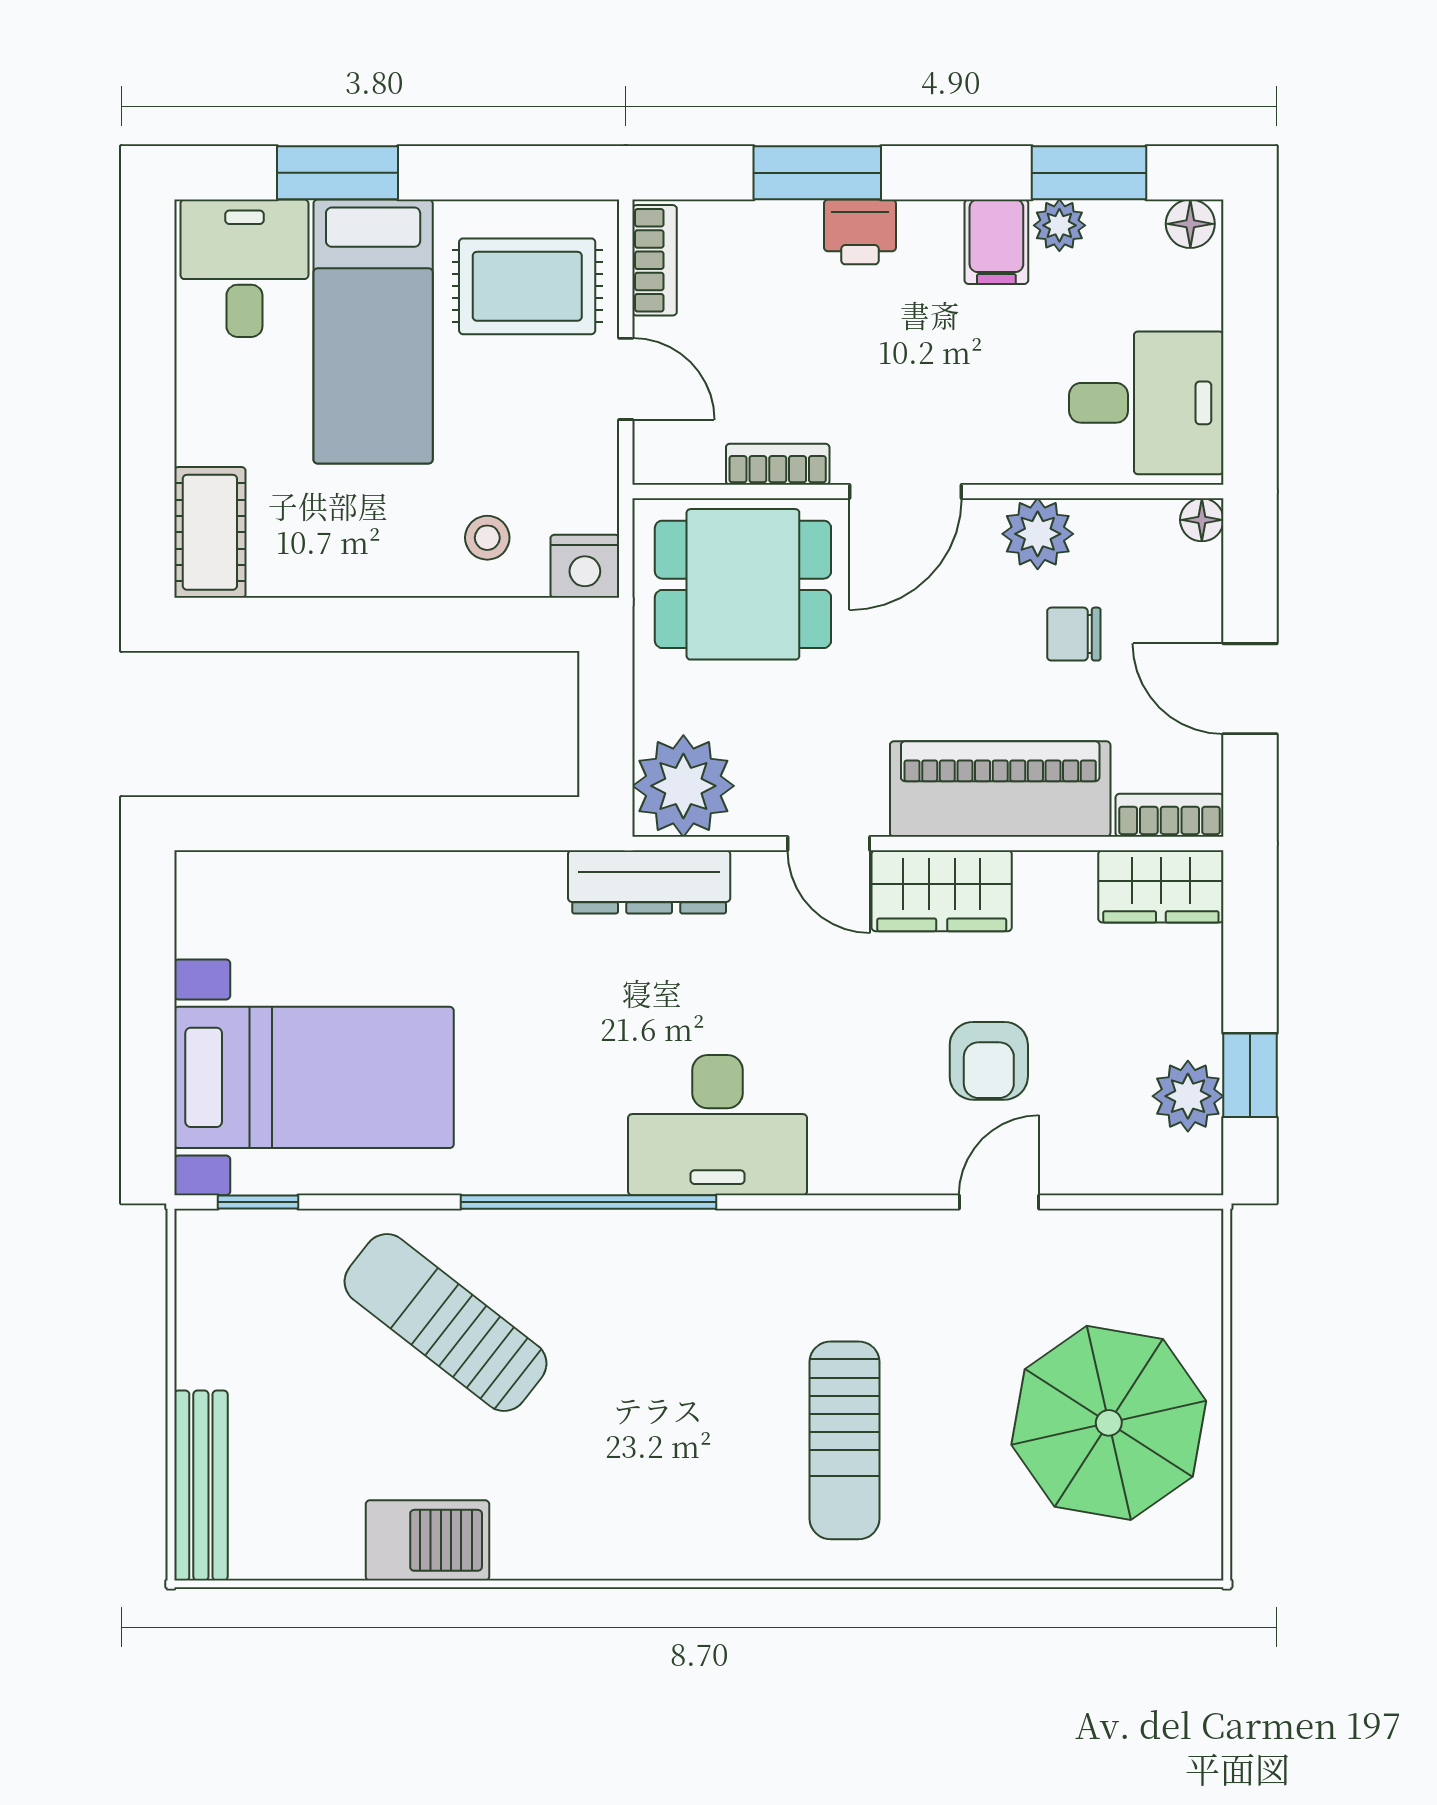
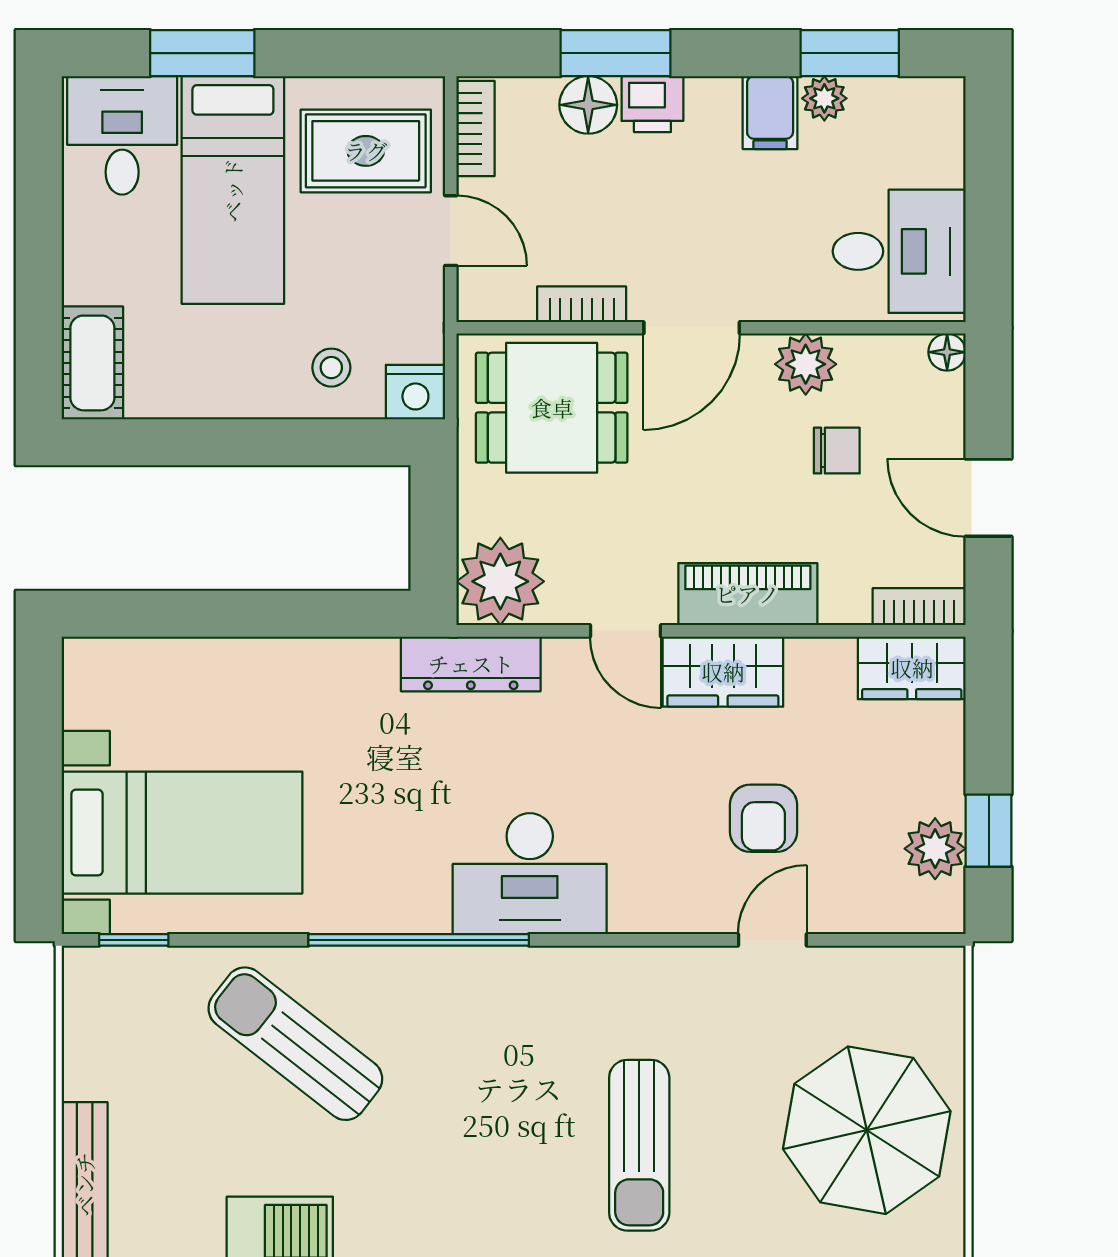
floor lamp: (1190, 224) -> (588, 105), moved, width x1.37, depth x1.37
chair: (1074, 634) -> (837, 451), turned 180
piano: (1000, 789) -> (748, 594), width x0.73, depth x0.75

